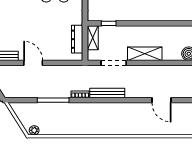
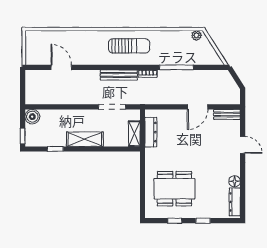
window: (109, 23) -> (55, 149), moved
shelving: (145, 54) -> (85, 139), moved
door: (33, 63) -> (198, 107), hinge flipped
sun lounger: (98, 120) -> (129, 46), added

